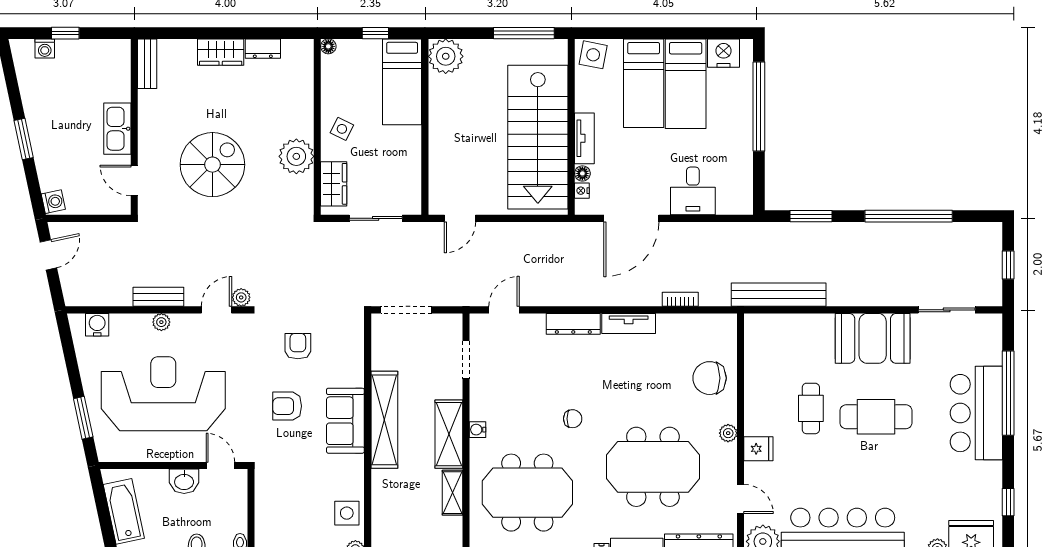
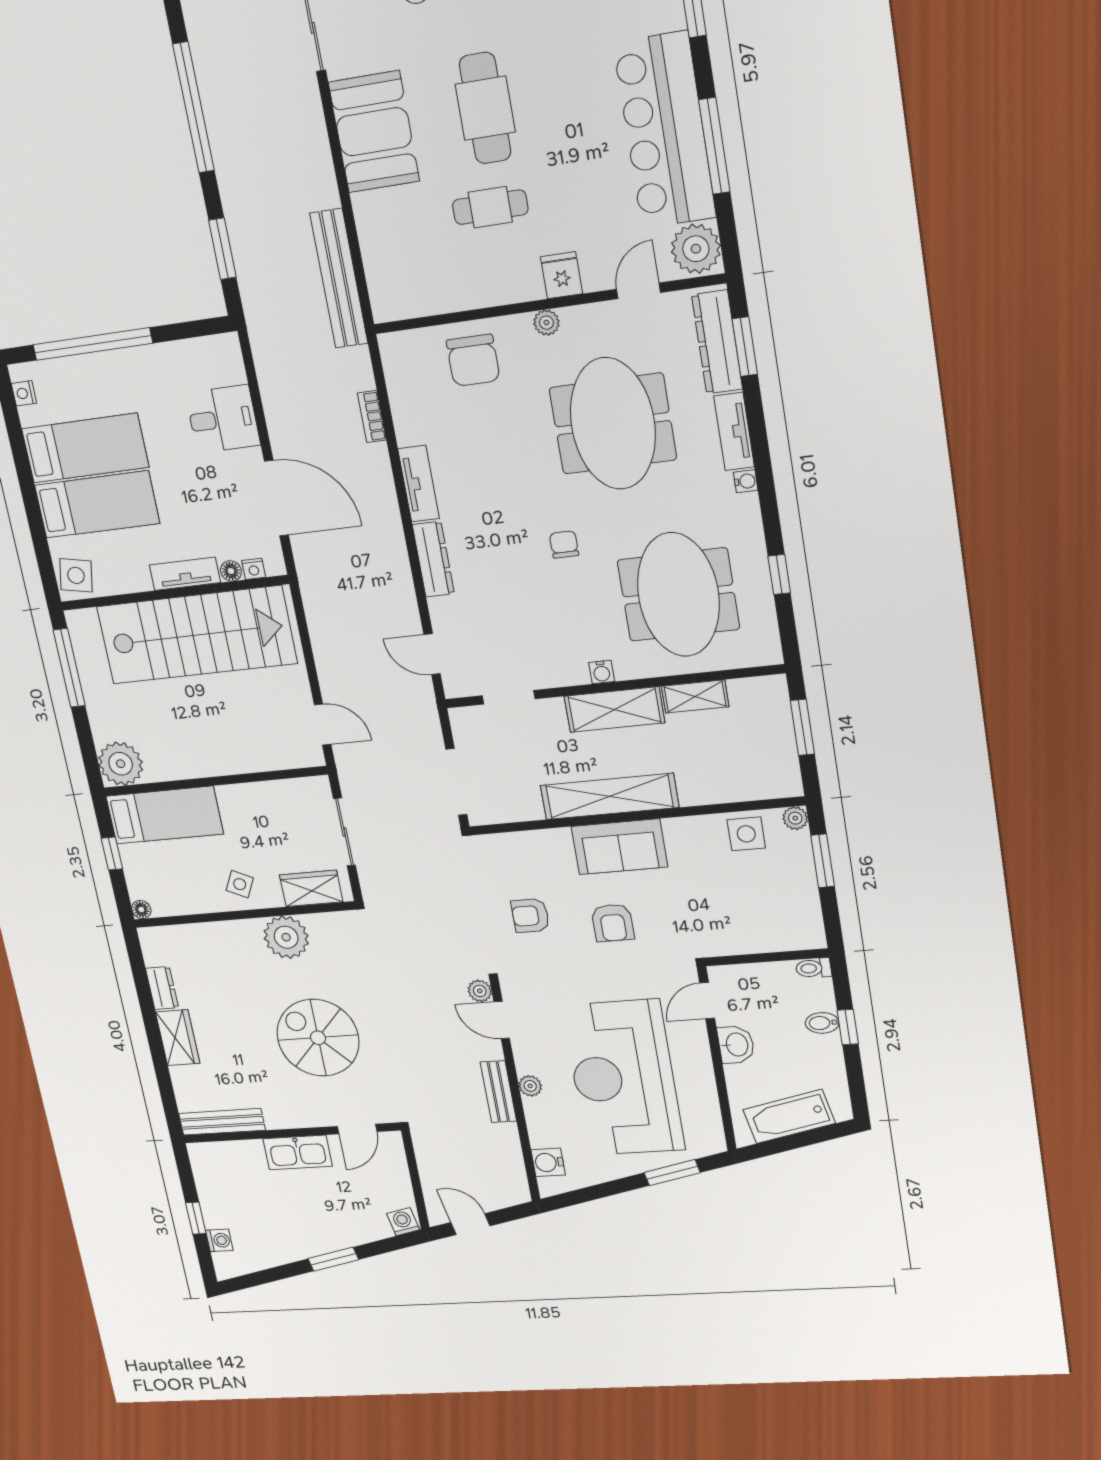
nightstand: (724, 53) -> (24, 393), width x0.53, depth x0.56
bench: (147, 64) -> (222, 1122), width x1.36

